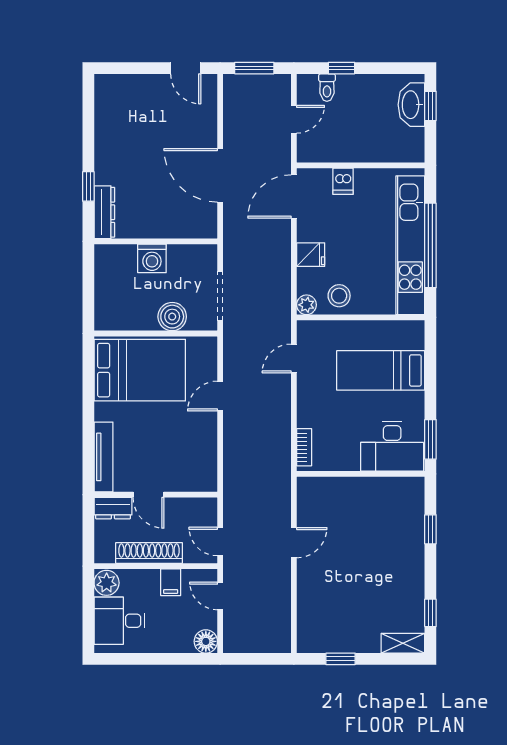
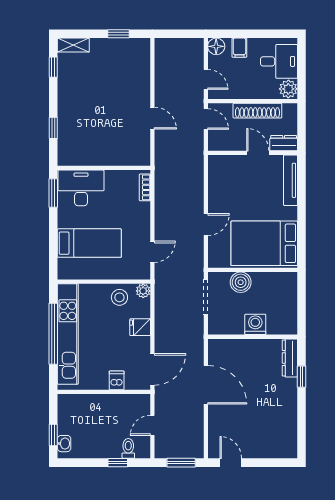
washbasin: (411, 105) -> (64, 444), width x0.52, depth x0.69
door: (294, 543) -> (152, 118), swing flipped
filing cabinet: (171, 582) -> (239, 48), moved, turned 180

